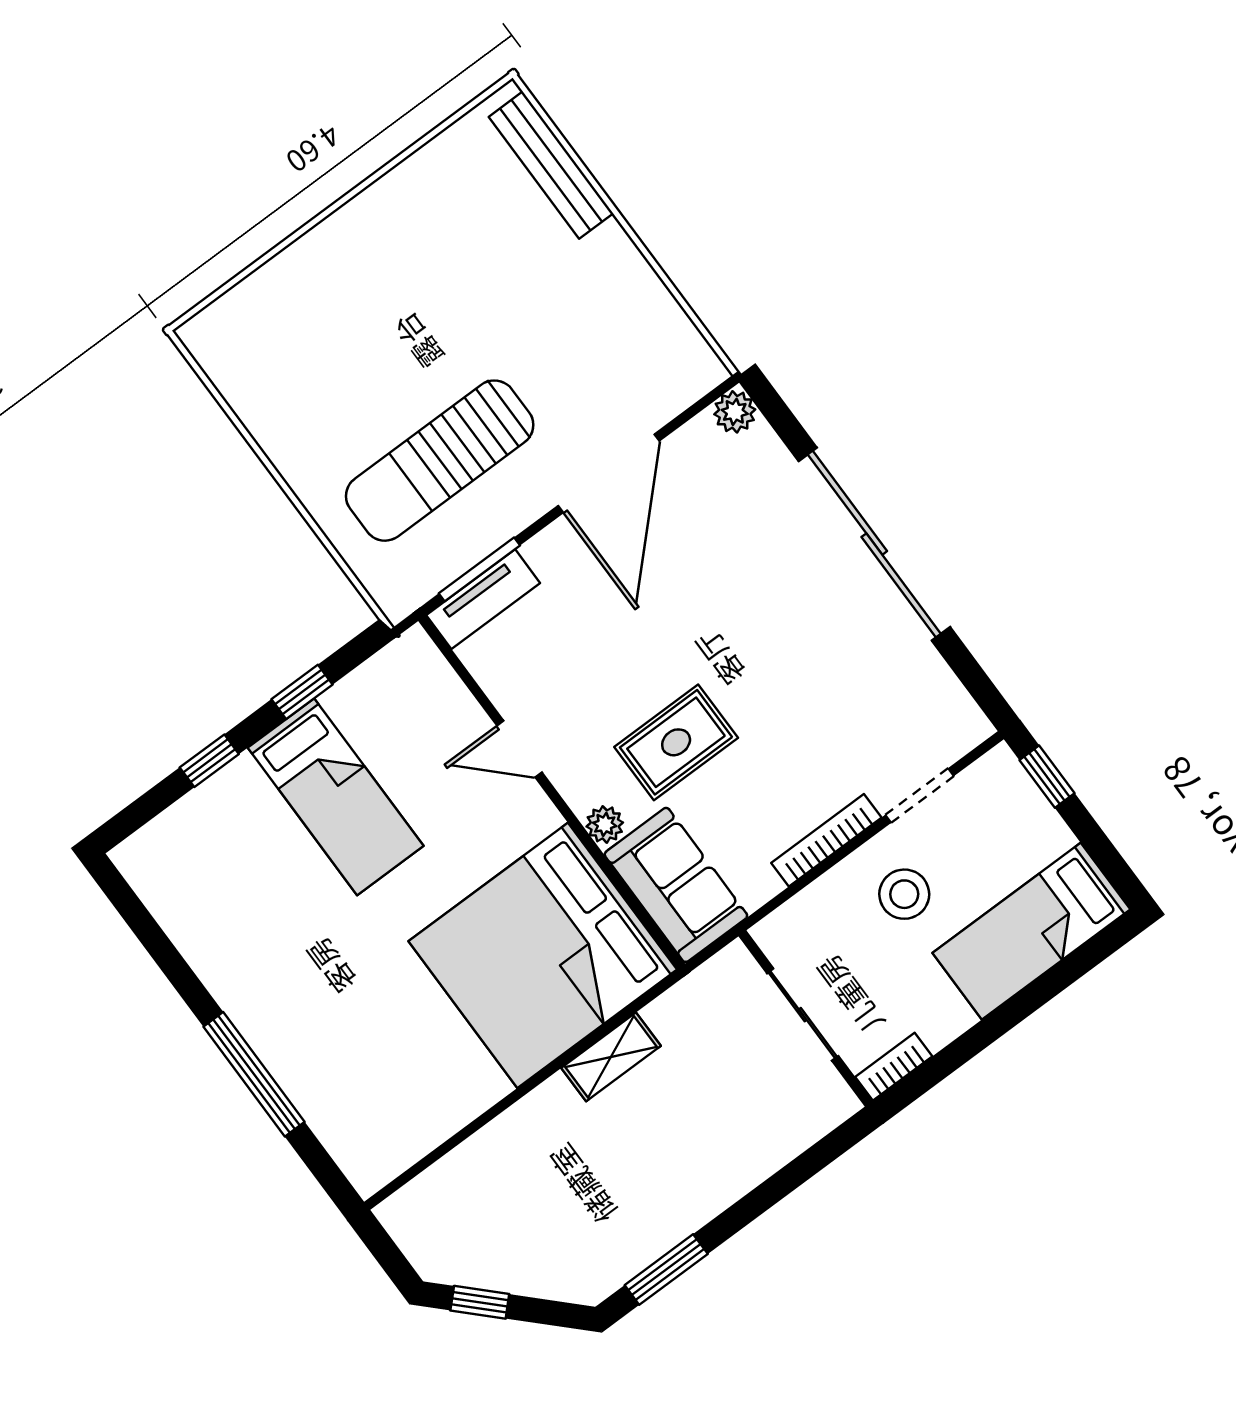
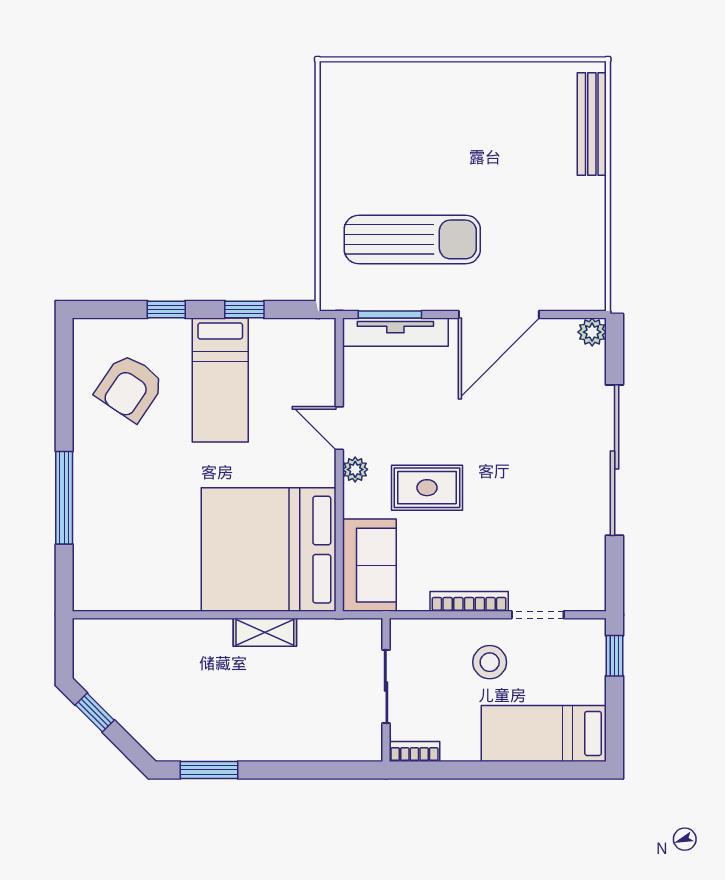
sun lounger: (440, 461) -> (412, 239), turned 180
tv unit: (483, 599) -> (395, 332), width x1.41
plant: (605, 824) -> (355, 469), moved
armchair: (235, 885) -> (130, 387), added

